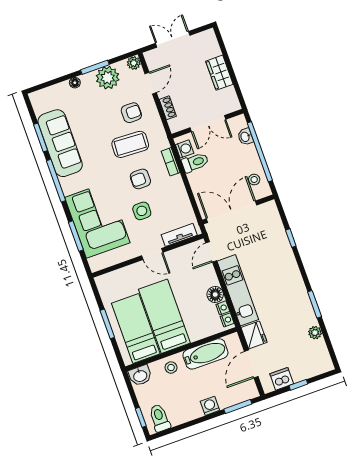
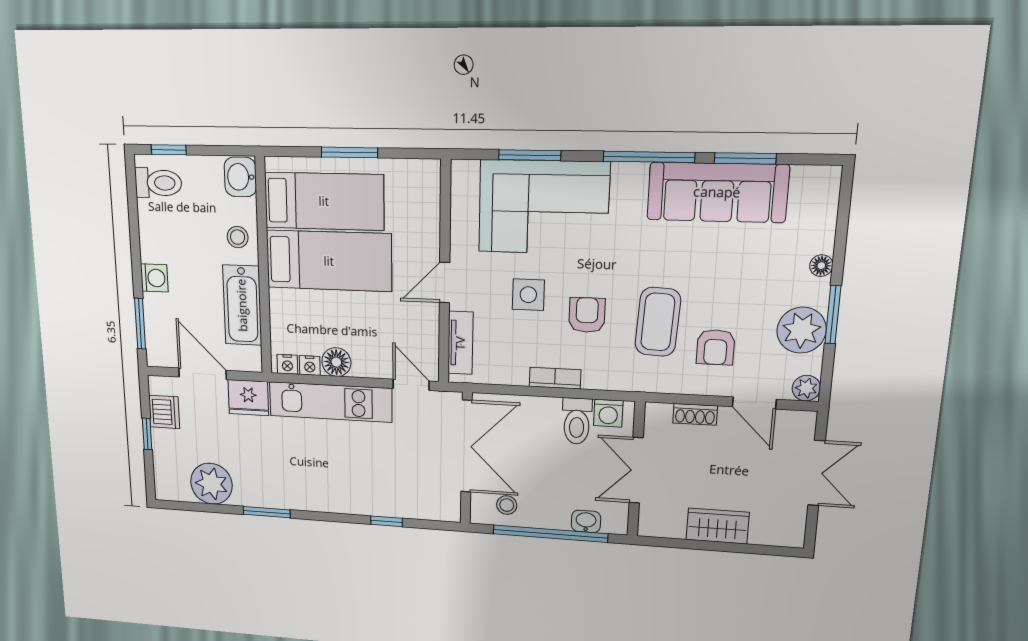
bookcase: (171, 162) -> (555, 378), moved
plant: (315, 333) -> (211, 484), width x1.87, depth x1.87

